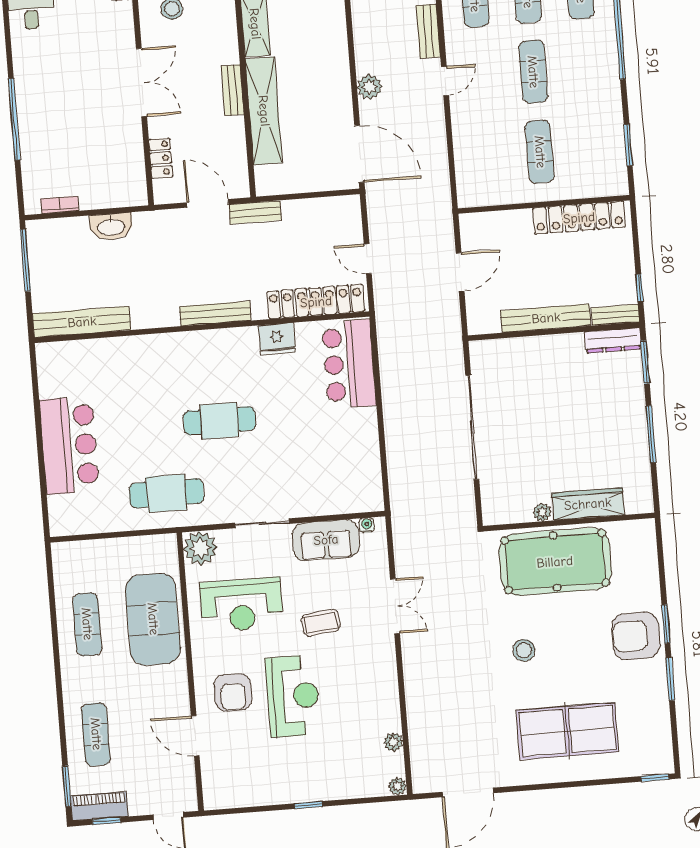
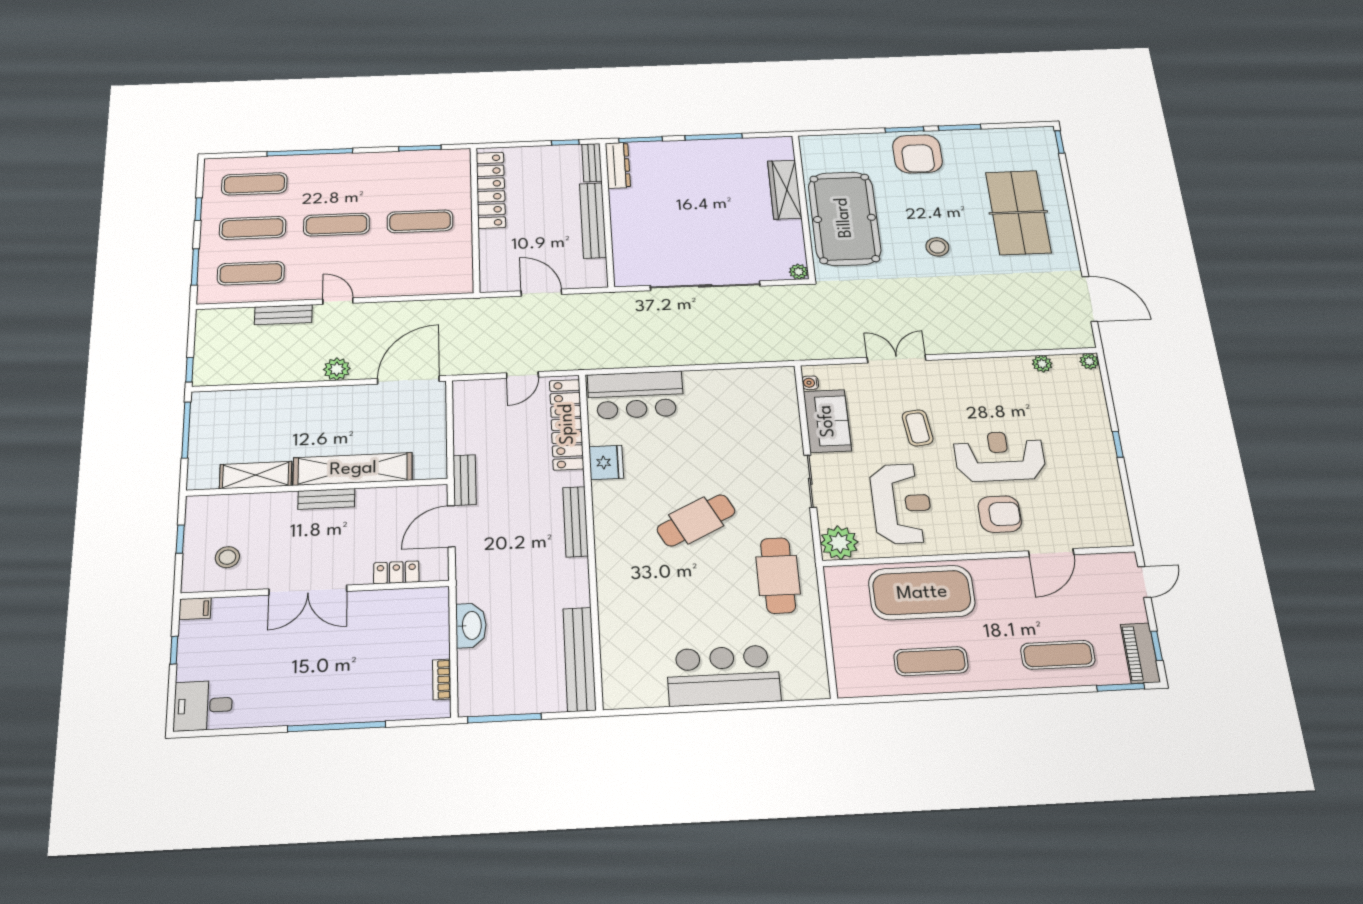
double door: (141, 82) -> (308, 590), swing flipped
cafe table: (219, 421) -> (696, 520), turned 63
plant: (542, 512) -> (799, 272), moved

